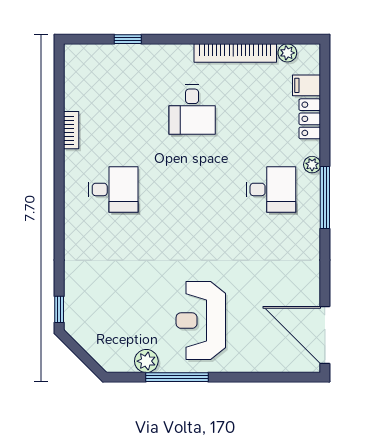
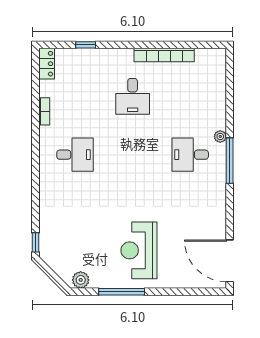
plant: (287, 53) -> (202, 55), removed
filing cabinet: (307, 85) -> (216, 79), removed
locker: (310, 119) -> (47, 64), moved, turned 180
desk: (271, 189) -> (190, 155), turned 180
plant: (146, 361) -> (81, 280), moved

